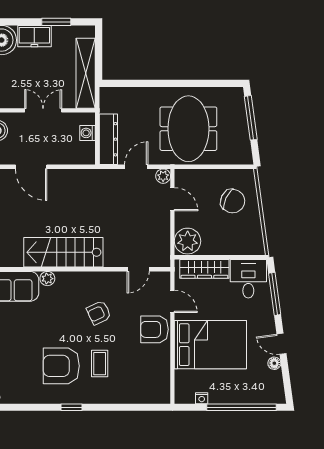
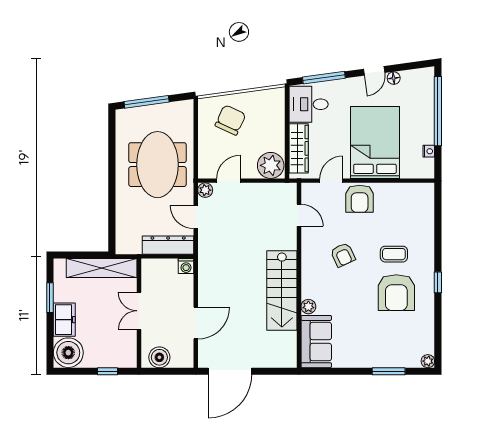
meeting table: (188, 129) -> (157, 165), turned 90
washing machine: (88, 133) -> (186, 266), moved

